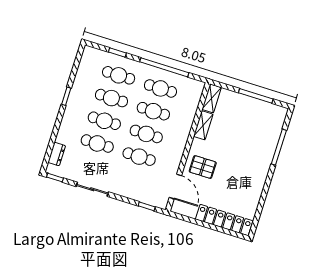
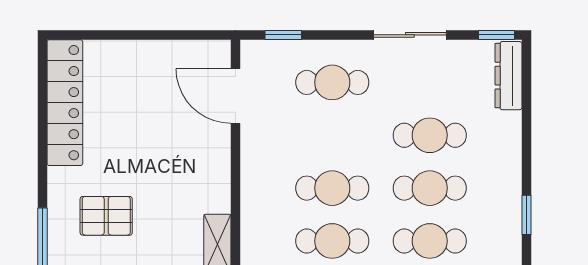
dresser: (57, 154) -> (509, 76), width x1.44
cafe table: (139, 157) -> (332, 82), moved
pallet: (203, 167) -> (106, 216), moved
locker: (224, 220) -> (65, 103), moved, turned -90

